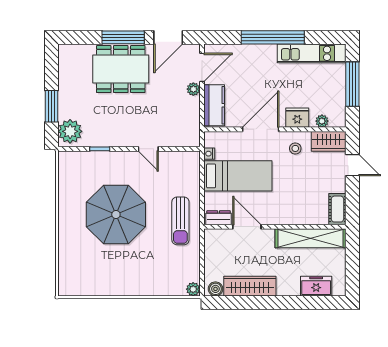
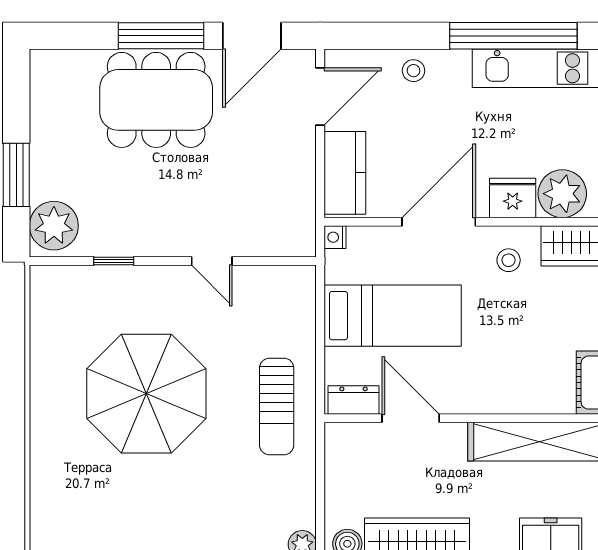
window: (273, 37) -> (513, 36), moved
stool: (248, 55) -> (413, 71), added
plant: (193, 89) -> (303, 140), removed
plant: (322, 121) -> (562, 194), width x1.87, depth x1.87
nightstand: (209, 154) -> (335, 237), moved

